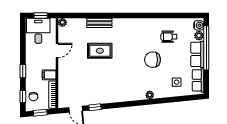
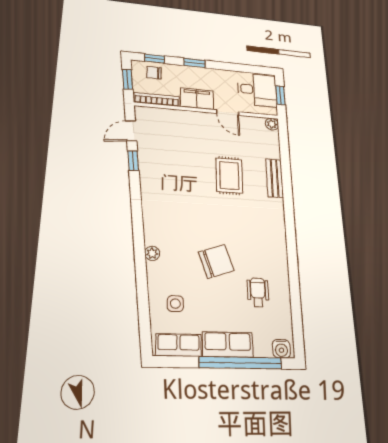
plant: (199, 36) -> (263, 349), removed
chair: (153, 60) -> (216, 261), turned 71
filing cabinet: (49, 75) -> (197, 99), width x2.00

